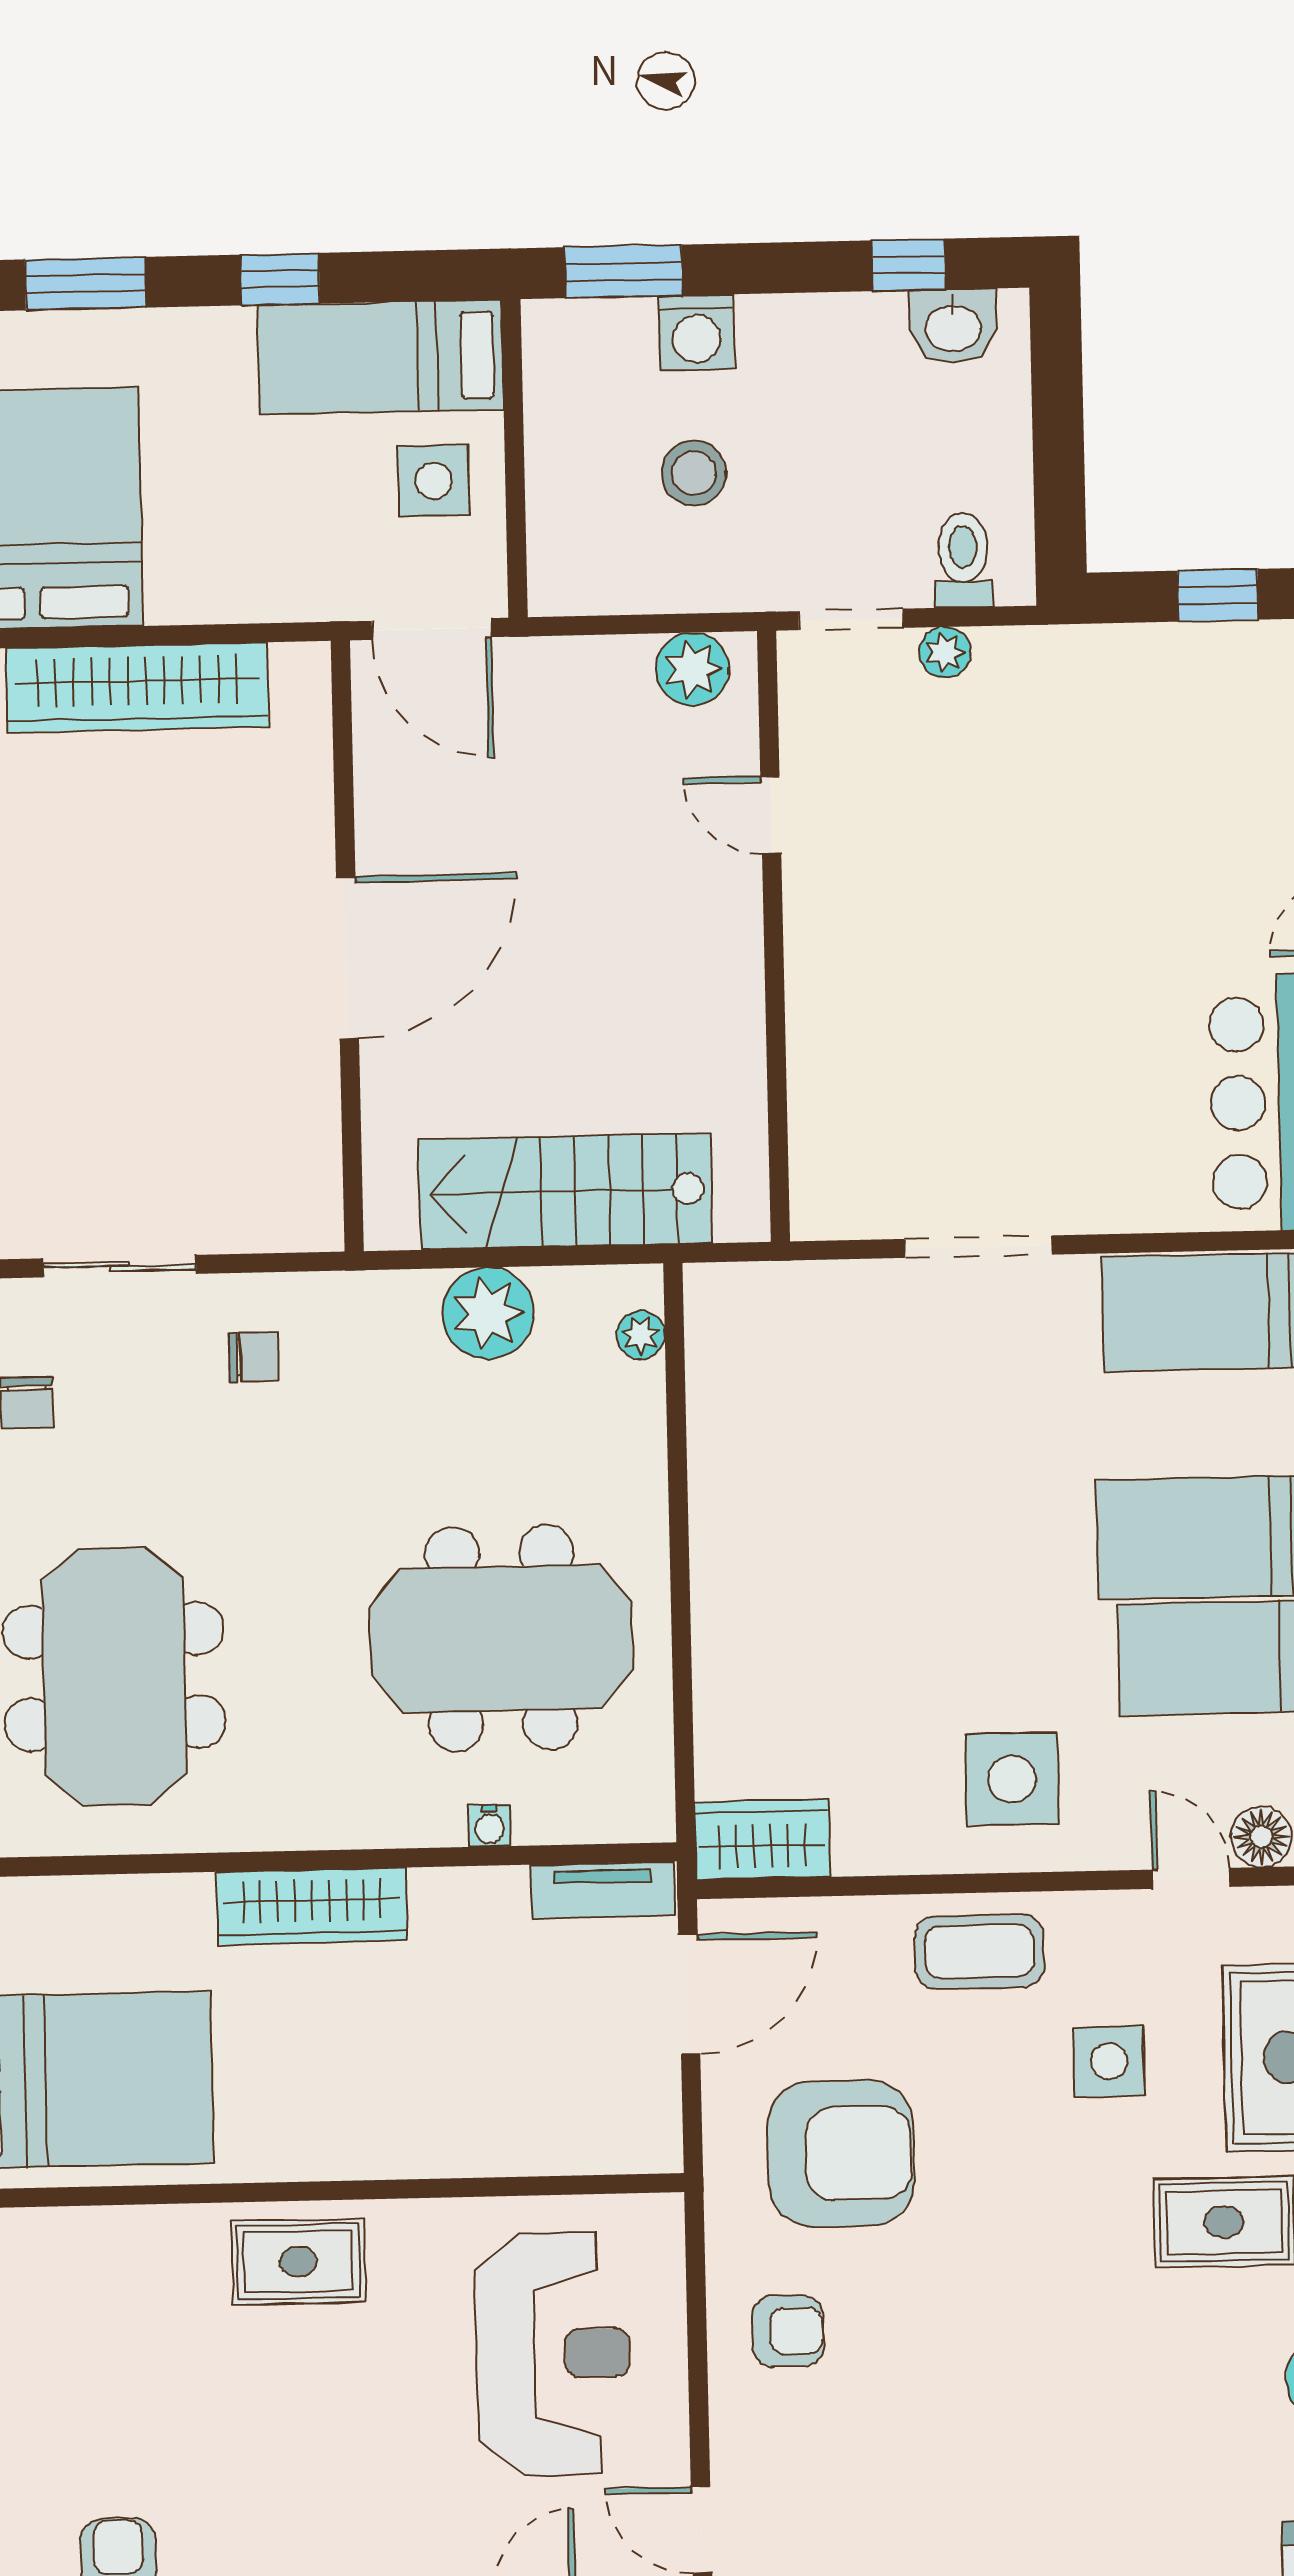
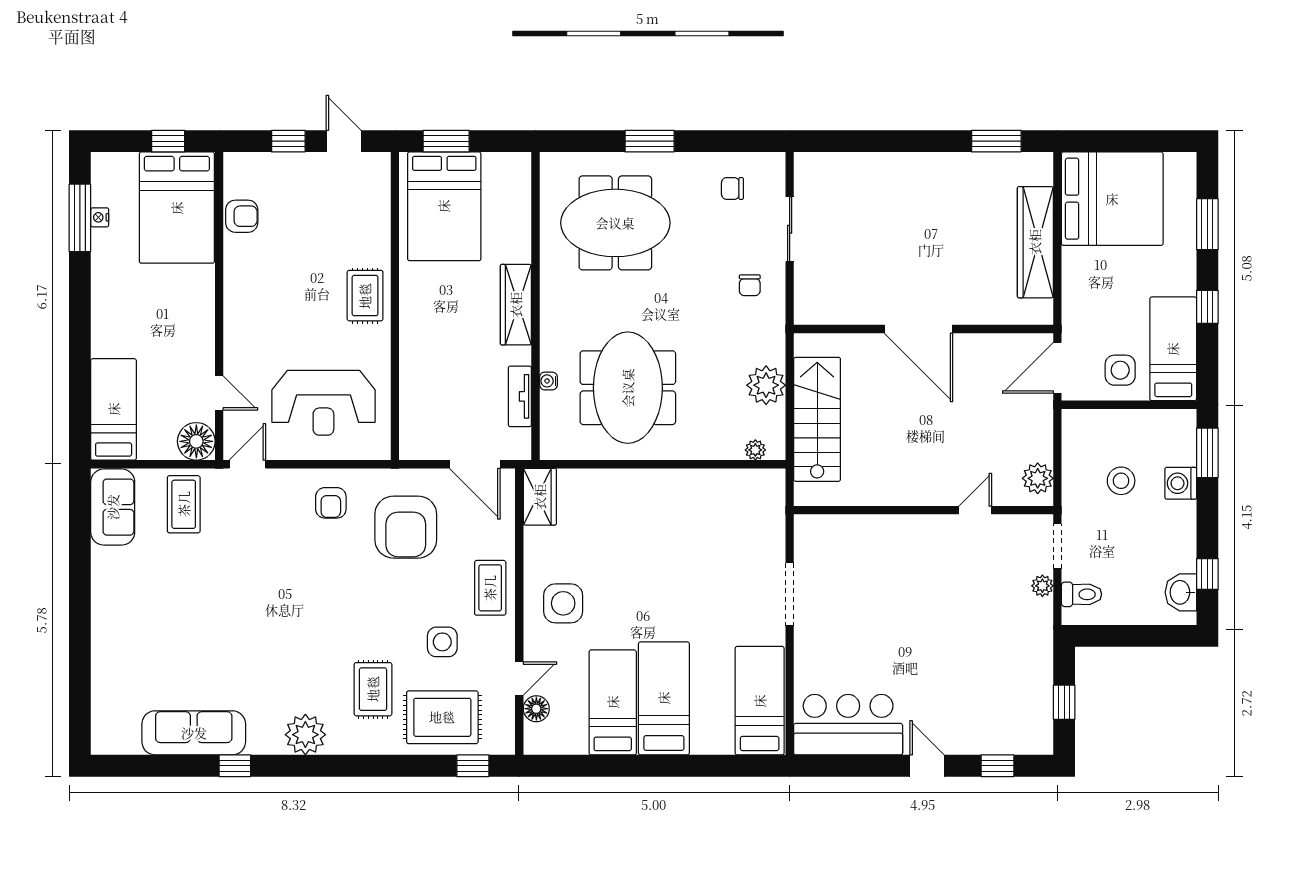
tv unit: (603, 1890) -> (520, 396), moved

